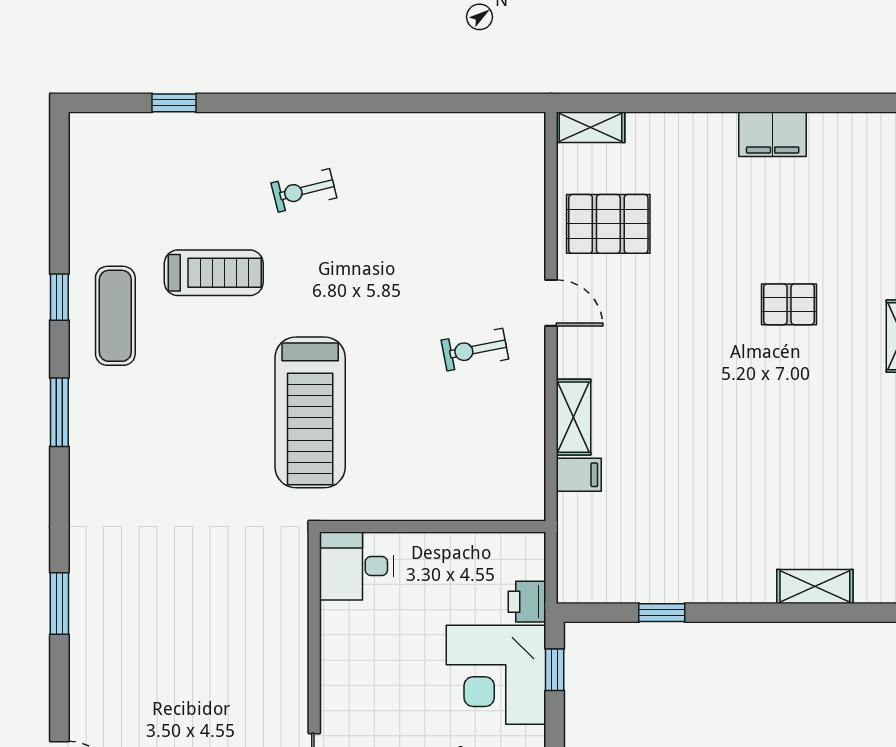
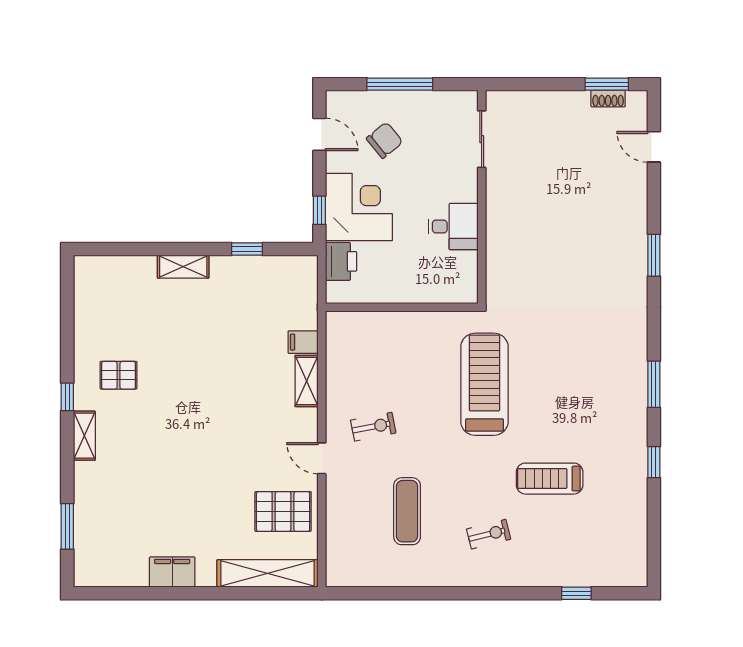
shelving: (591, 127) -> (268, 573), width x2.20, depth x1.33
pallet: (789, 304) -> (119, 375), moved
exercise mat: (115, 316) -> (407, 511), moved
desk: (356, 566) -> (453, 226), moved
shelving: (815, 586) -> (183, 267), moved
printer: (527, 602) -> (341, 261), width x1.36, depth x1.24

